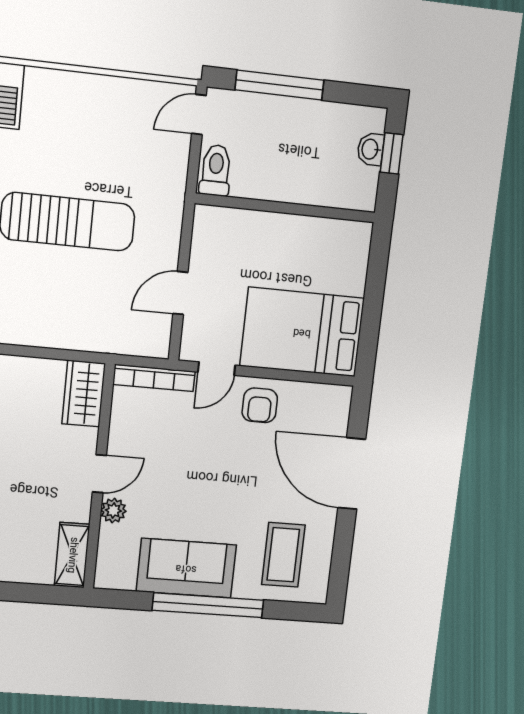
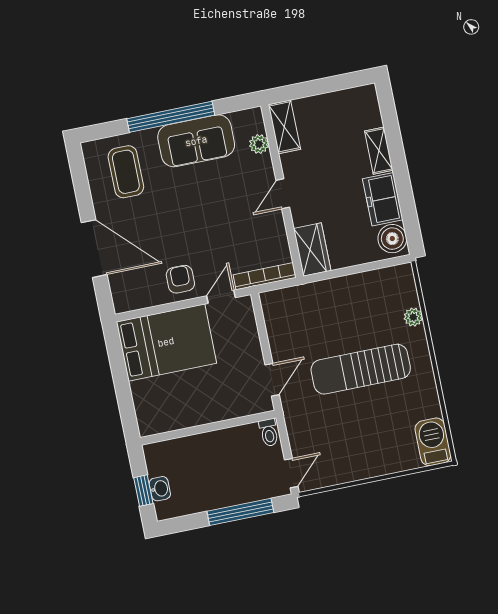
toilet: (216, 170) -> (269, 433), width x0.73, depth x0.72
door: (180, 293) -> (272, 380), moved
plant: (113, 511) -> (259, 144), moved

